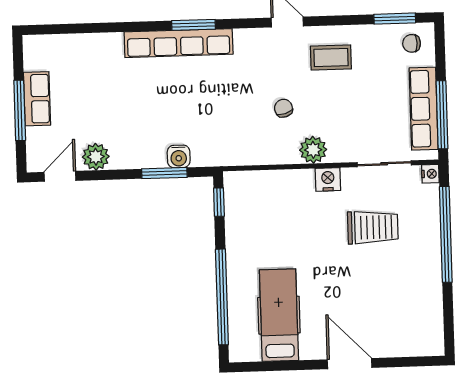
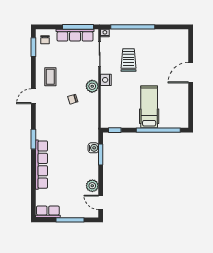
row of seats: (179, 43) -> (41, 165), moved
row of seats: (37, 99) -> (48, 212), moved
hospital bed: (279, 315) -> (149, 107), moved, turned 90

